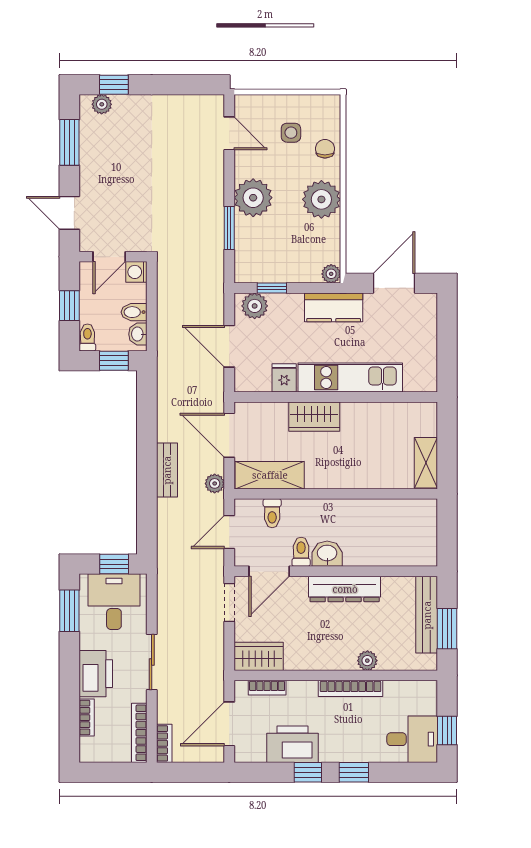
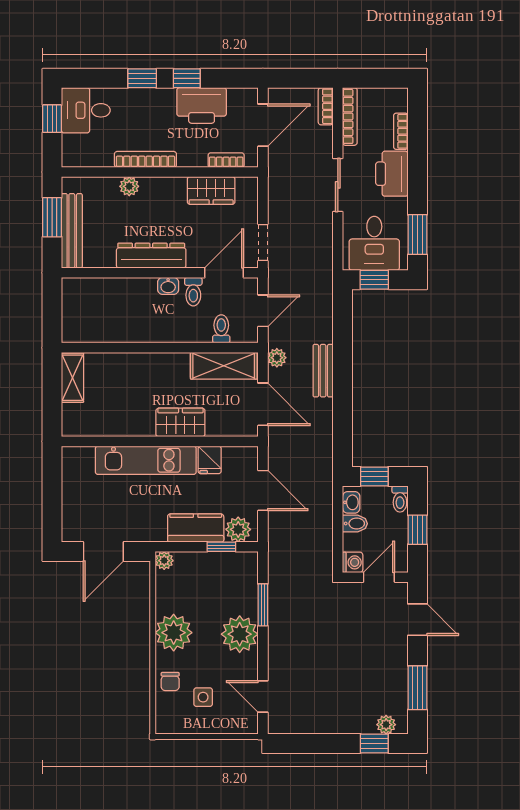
kitchen counter: (334, 307) -> (196, 528), moved
washbasin: (327, 554) -> (168, 286), width x0.72, depth x0.69
wardrobe: (259, 656) -> (211, 190), moved

